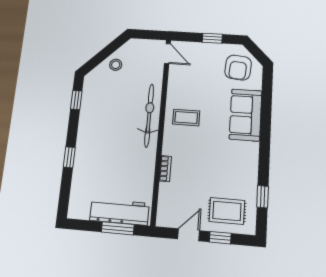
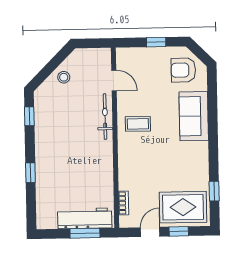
door: (167, 54) -> (114, 80), moved
armchair: (238, 68) -> (183, 70), turned 85
bicycle: (149, 115) -> (105, 117), width x0.73, depth x0.71
bookcase: (165, 169) -> (124, 203), moved
rug: (227, 211) -> (183, 207), width x1.36, depth x1.43

